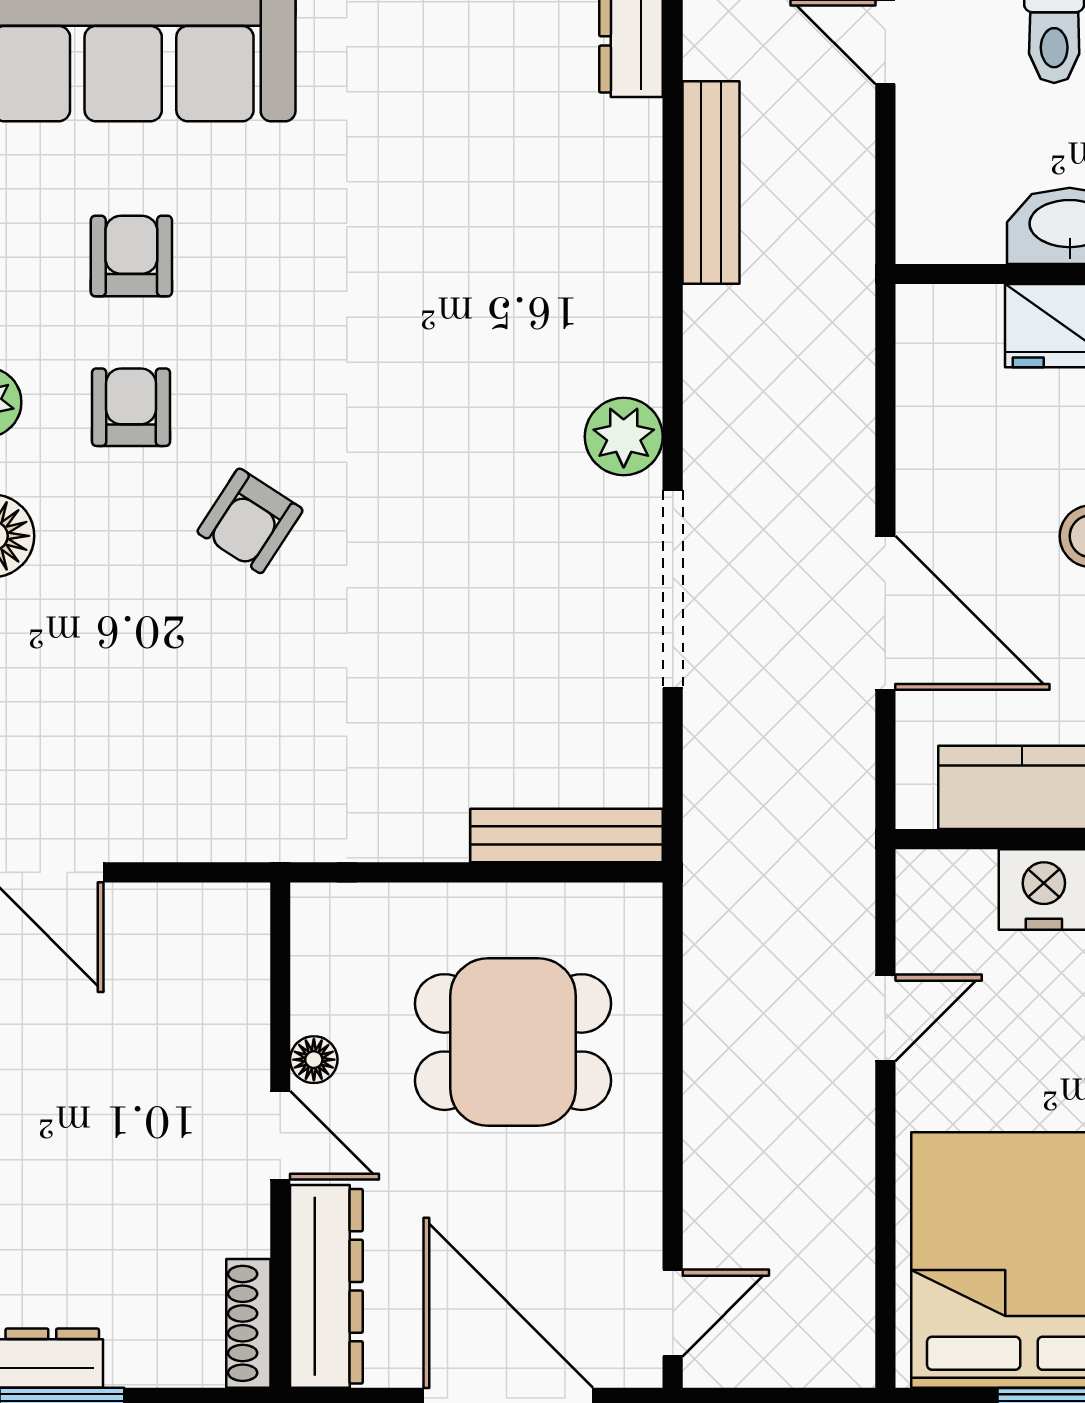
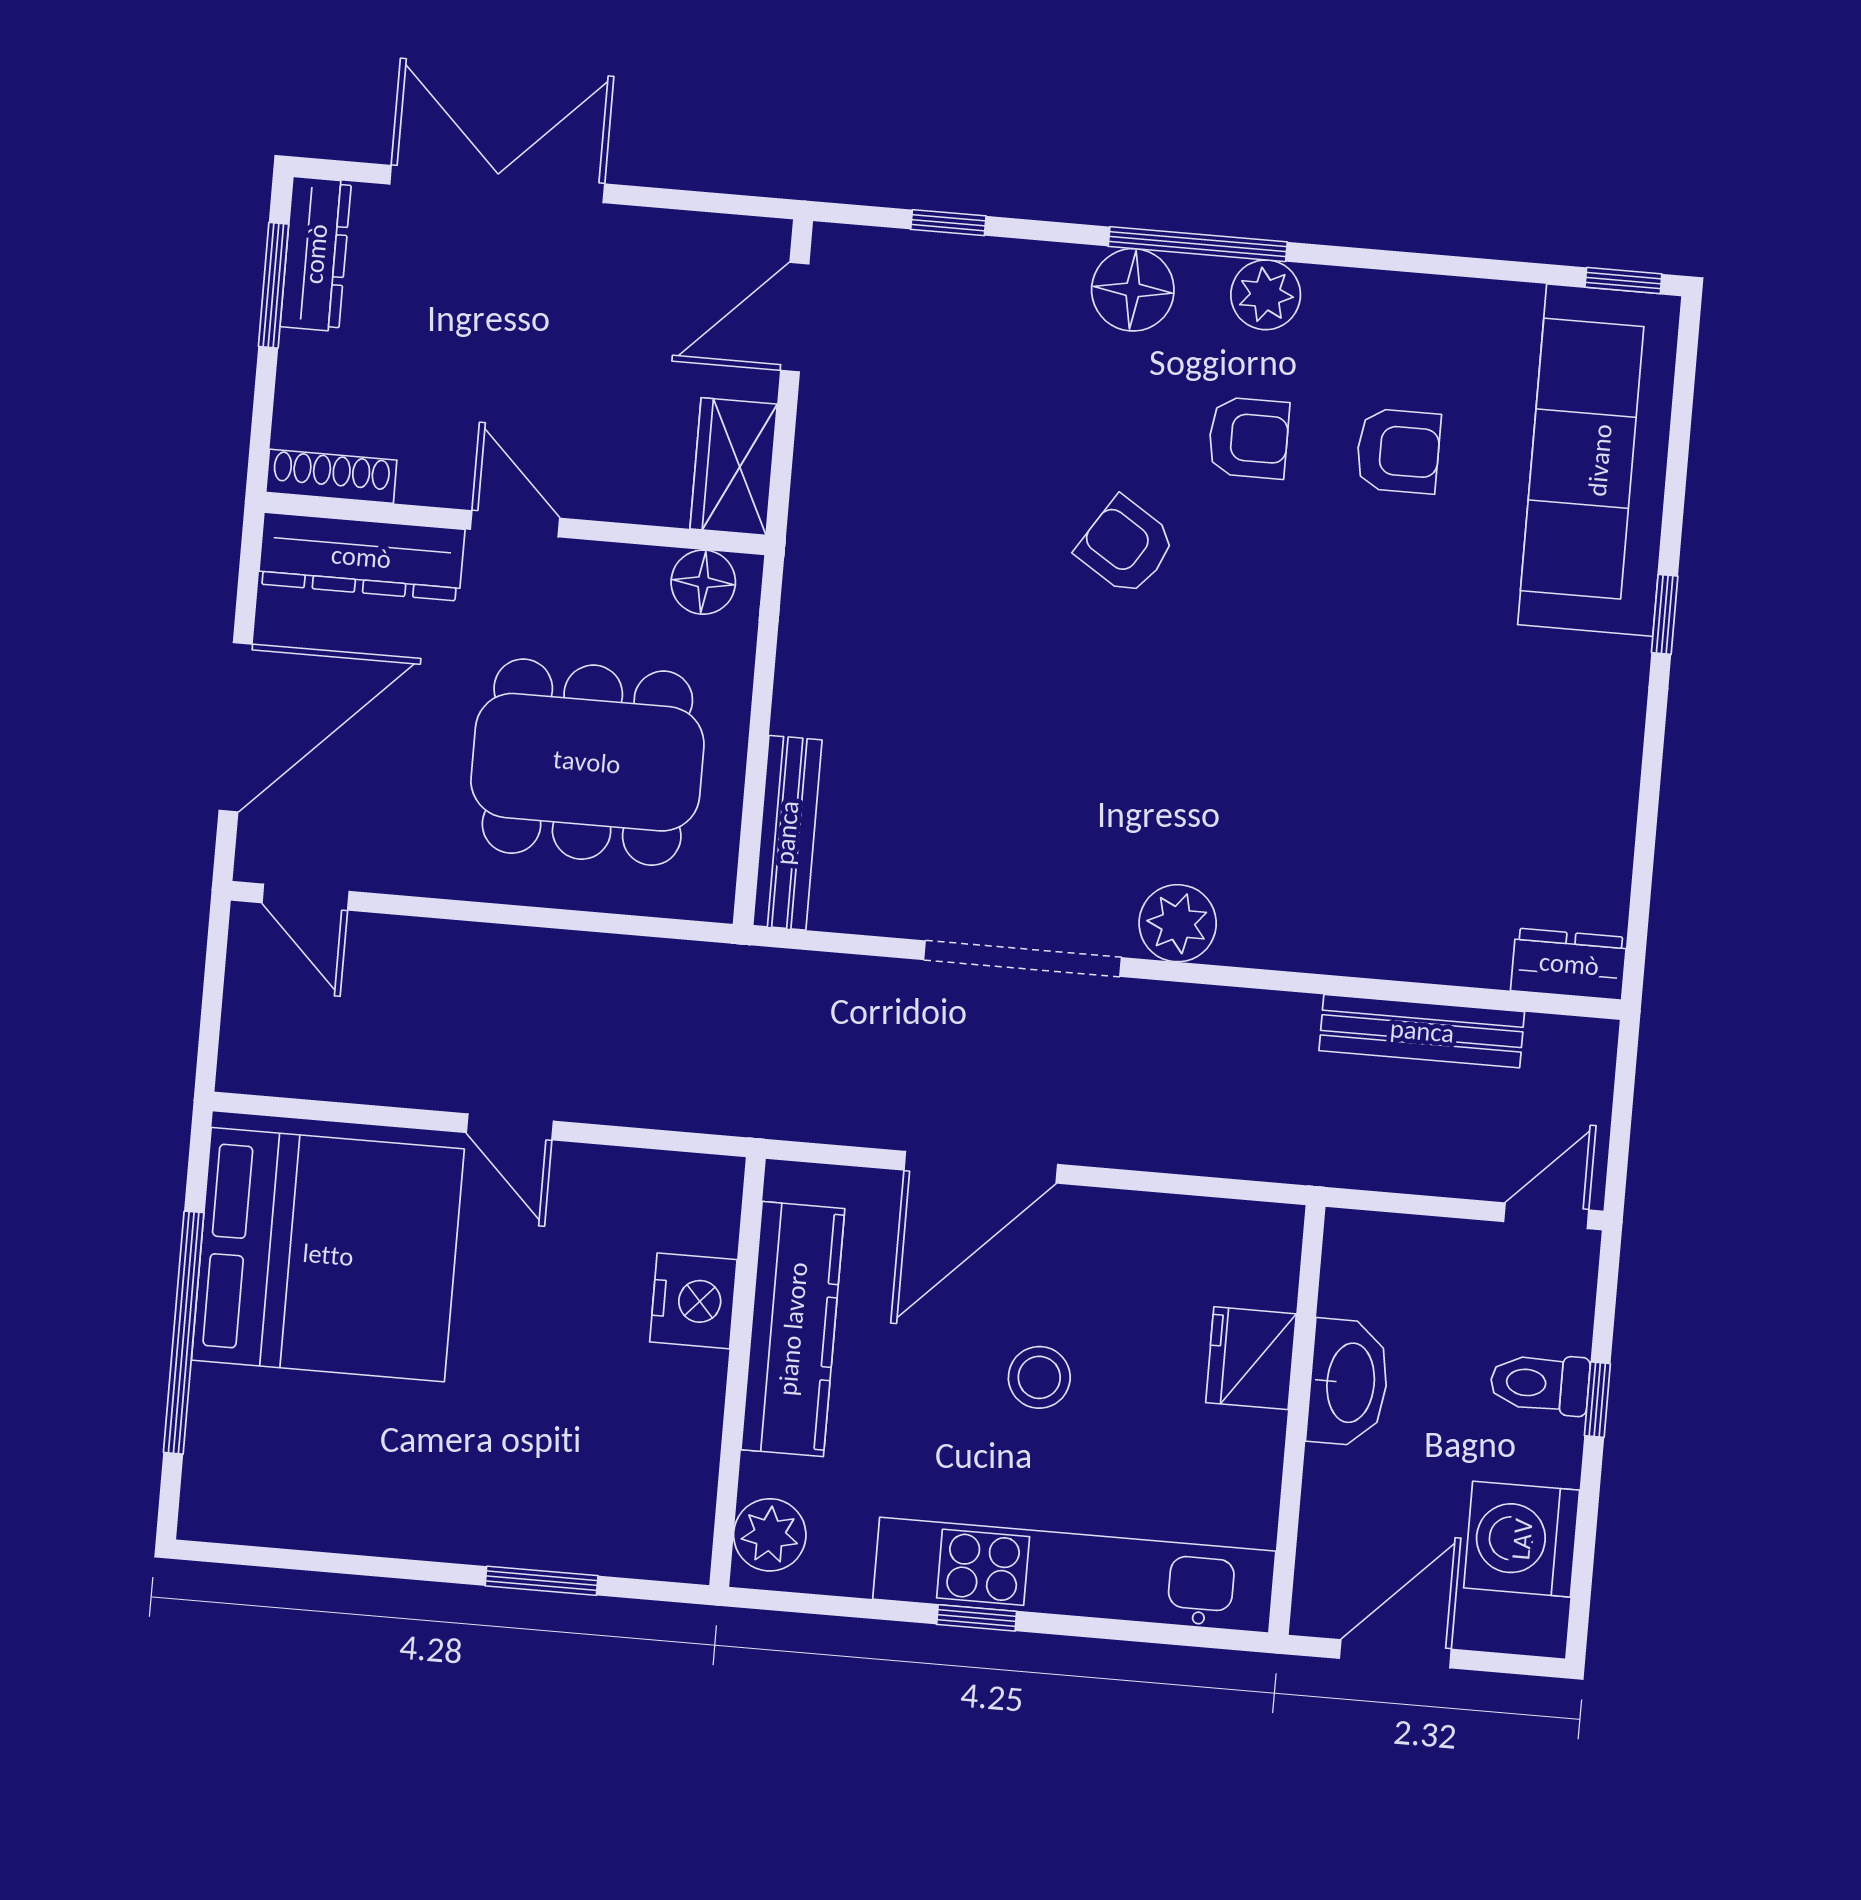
wardrobe: (204, 921) -> (734, 466), added
door: (885, 1018) -> (510, 1127), moved
dining table: (513, 1042) -> (587, 762), width x1.38
floor lamp: (314, 1060) -> (703, 582), moved, width x1.37, depth x1.37
door: (280, 1135) -> (515, 524), swing flipped

